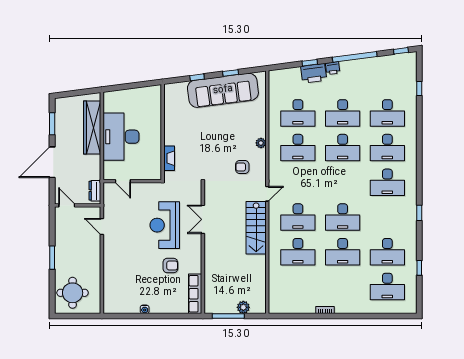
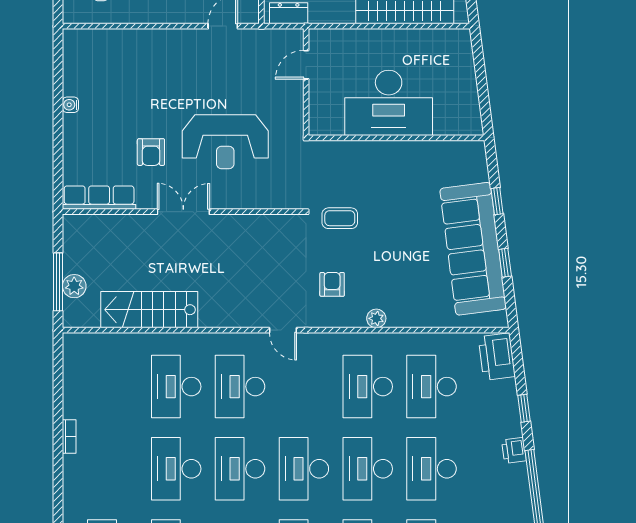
printer: (314, 73) -> (497, 357), moved
desk: (121, 137) -> (389, 103), moved, turned 180
fireplace: (169, 158) -> (348, 150), removed
coffee table: (206, 163) -> (340, 218), added
desk: (343, 182) -> (304, 469), added
double door: (203, 219) -> (183, 212), moved
reception desk: (165, 225) -> (225, 142), turned 180
stairs: (256, 228) -> (149, 310), moved
window: (228, 316) -> (58, 282), moved

